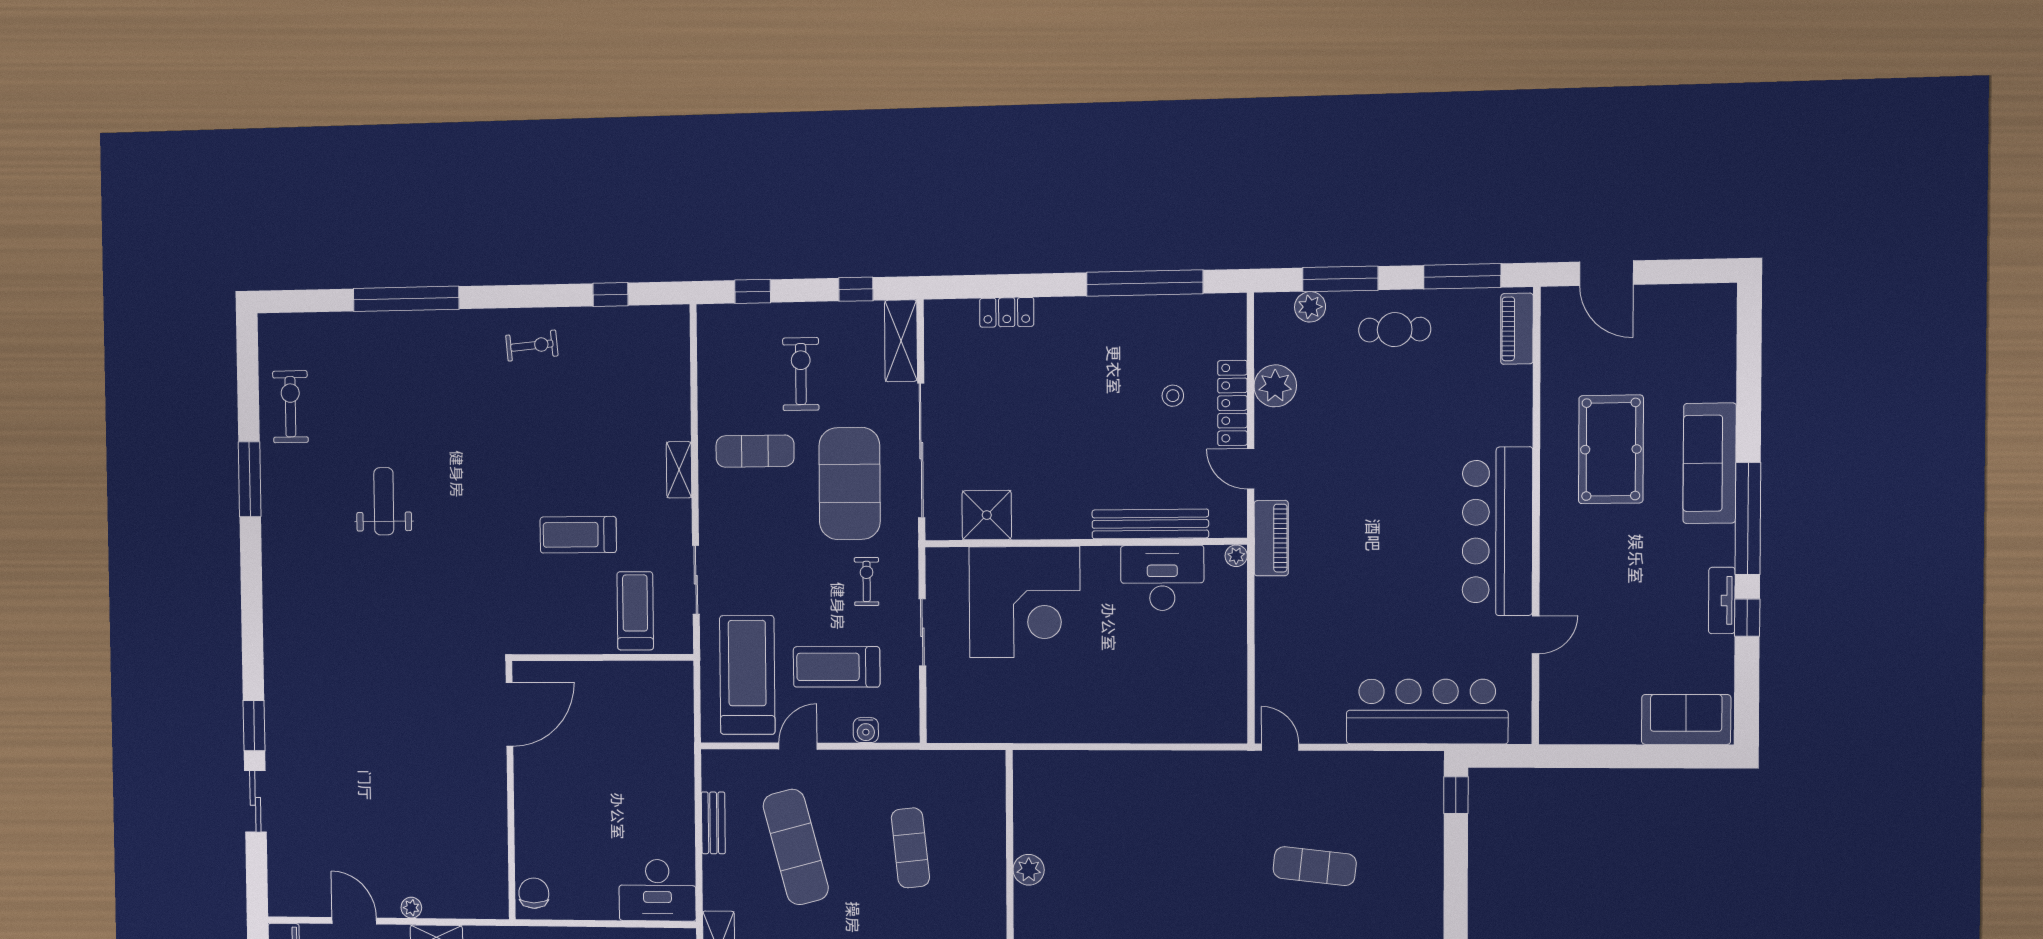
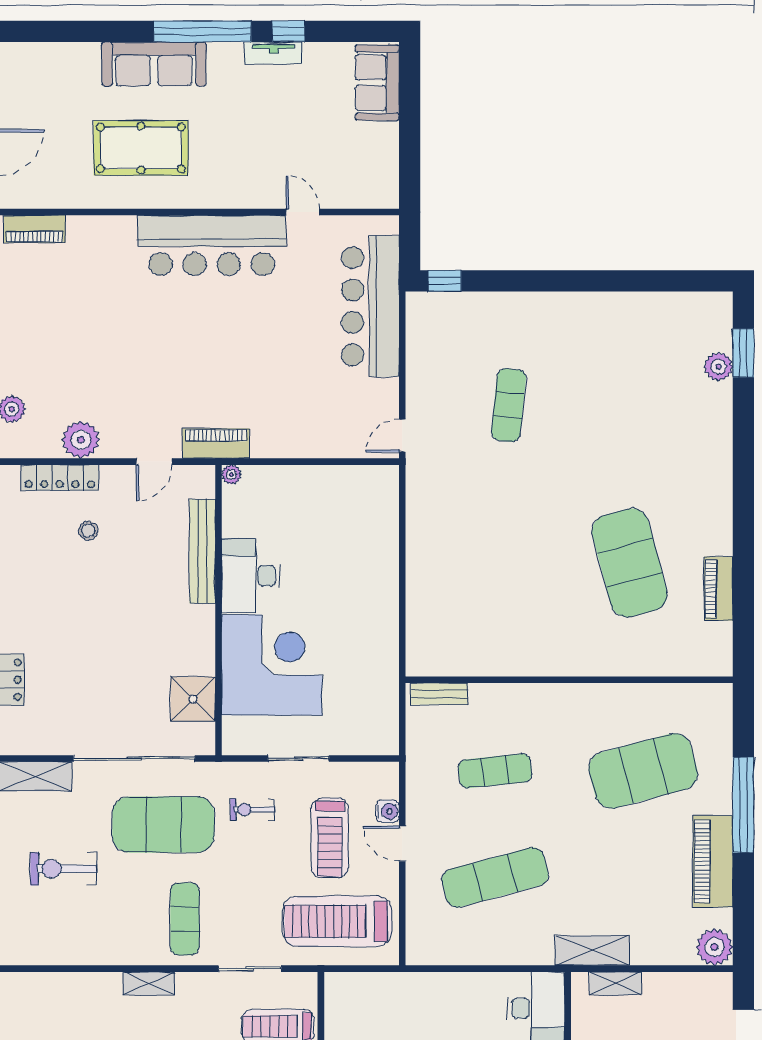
cafe table: (1395, 330) -> (33, 335), removed
locker: (1232, 403) -> (60, 478), moved
exercise mat: (755, 451) -> (185, 919), moved
desk: (1162, 578) -> (251, 576), moved
door: (798, 746) -> (402, 844), moved
bench: (713, 823) -> (439, 694), moved
plant: (1029, 870) -> (514, 662), removed

